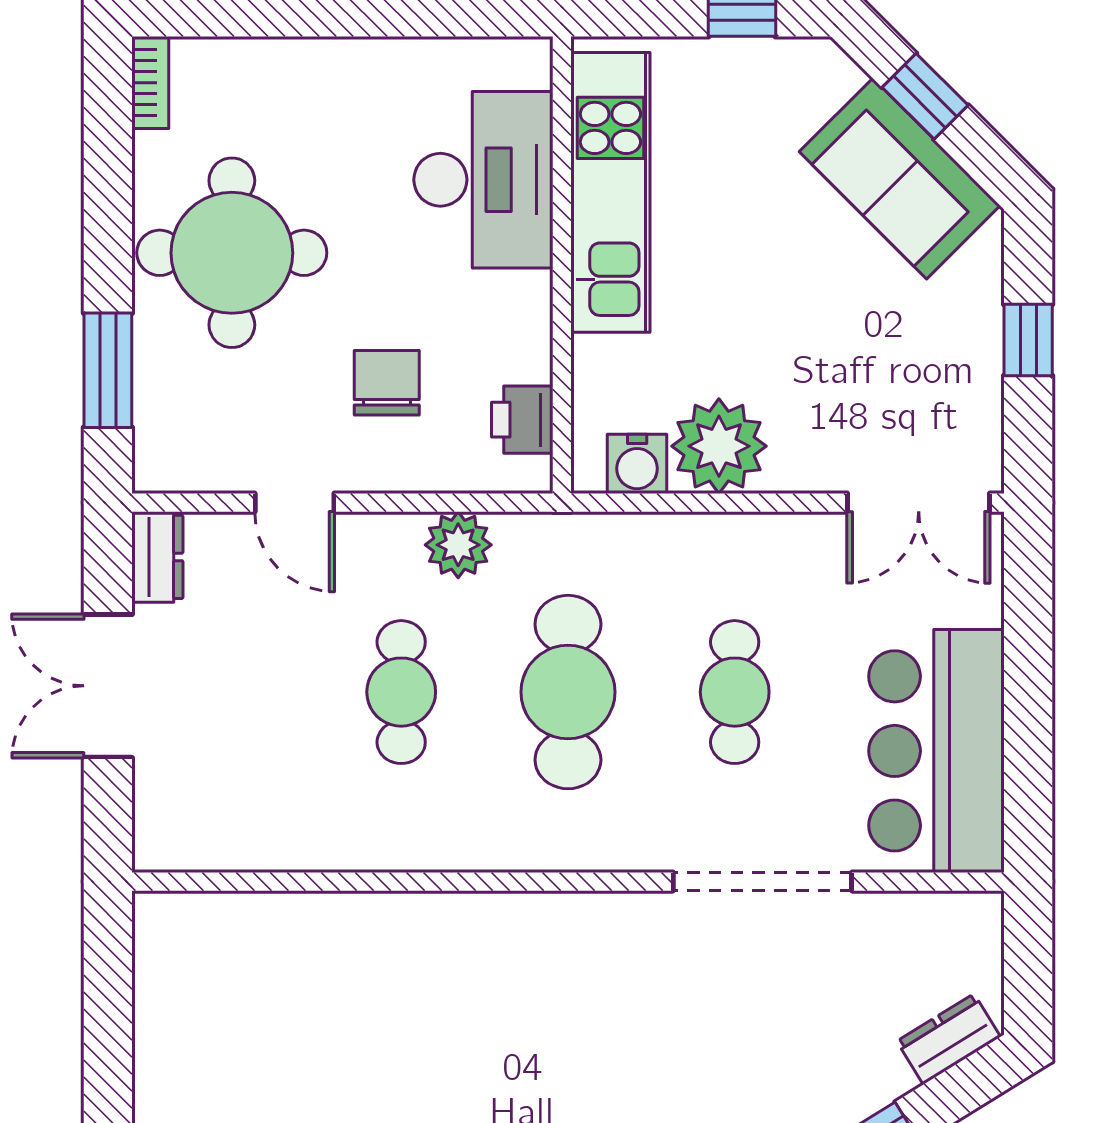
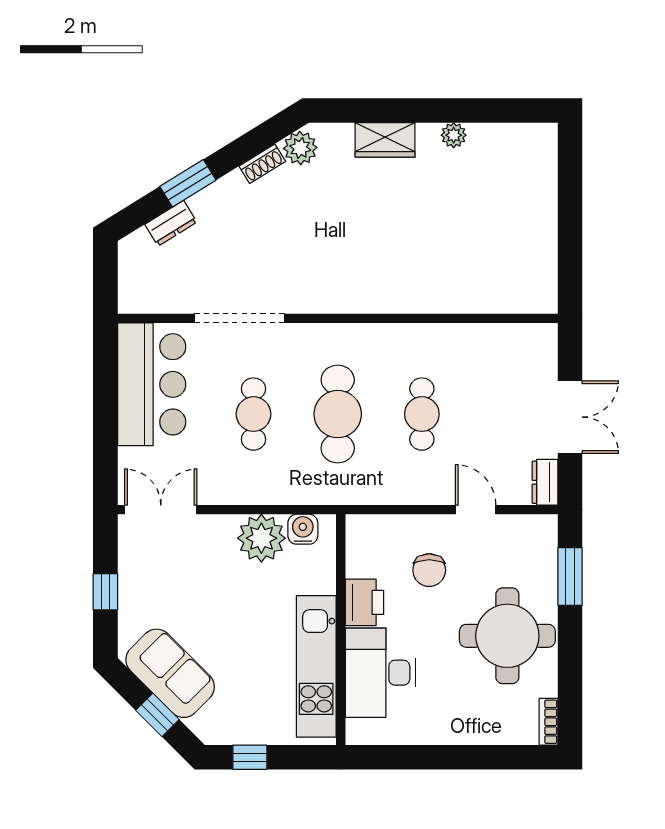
printer: (522, 420) -> (364, 602), moved, width x1.36, depth x1.24
plant: (458, 545) -> (393, 488), removed
dresser: (949, 1039) -> (171, 223), moved

